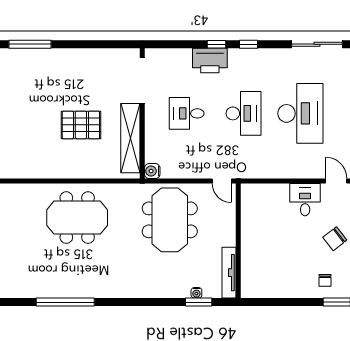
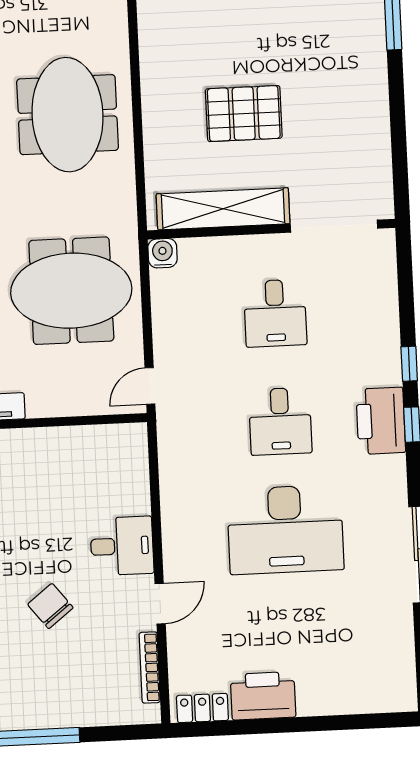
printer: (210, 61) -> (381, 421), moved
desk: (187, 113) -> (275, 313), turned 180
desk: (244, 113) -> (280, 421), width x0.73
pallet: (81, 125) -> (244, 114), turned 90

